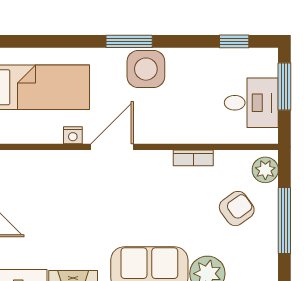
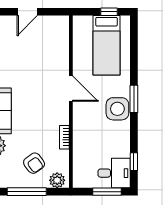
desk: (251, 103) -> (114, 173), moved, turned -90
nightstand: (73, 135) -> (78, 65), removed

